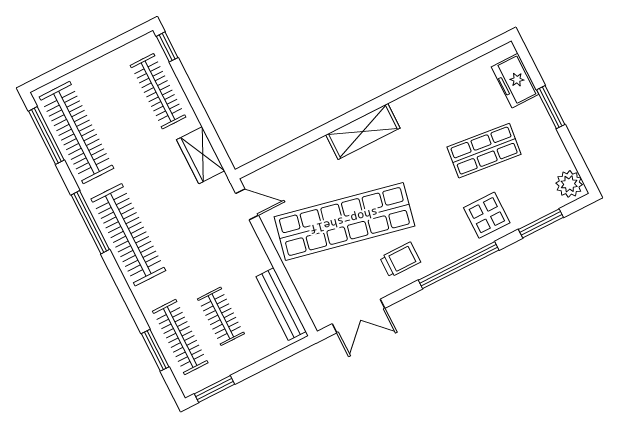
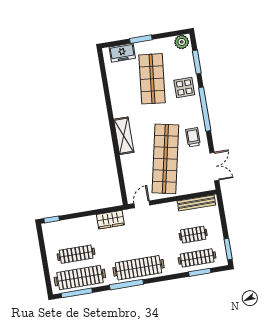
clothes rail: (158, 91) -> (76, 254), moved
shop shelf: (484, 151) -> (152, 79), width x1.43, depth x1.36

